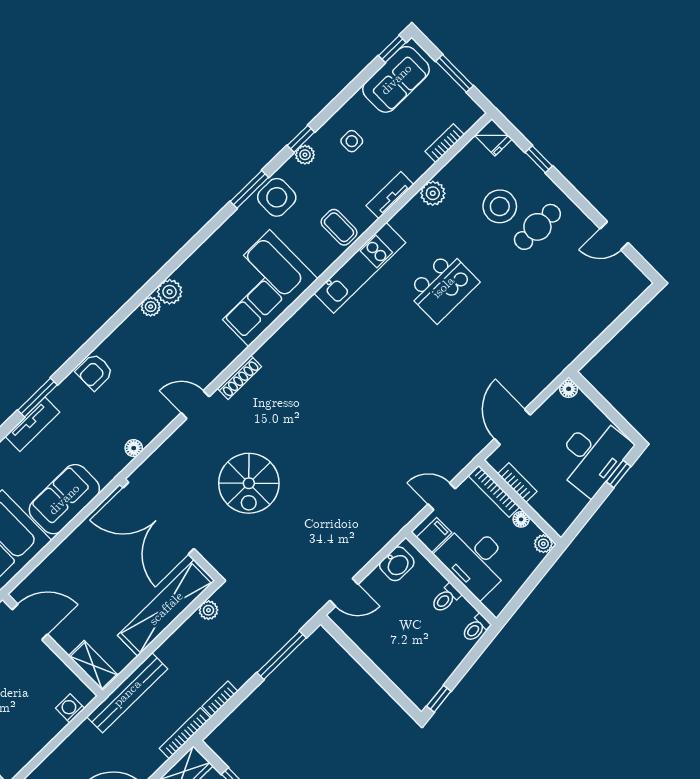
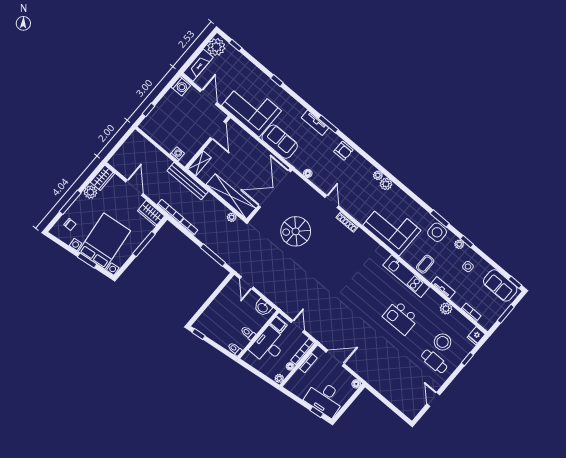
armchair: (94, 372) -> (343, 151), turned 180

